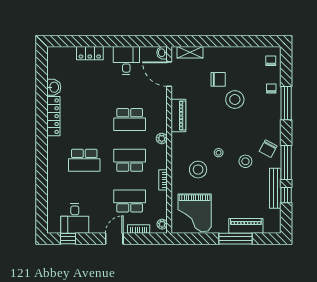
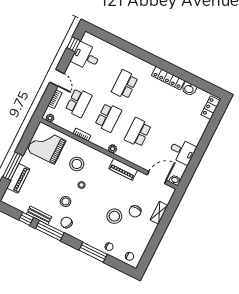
shelving: (190, 52) -> (159, 213), moved
locker: (90, 53) -> (211, 108), moved
bench: (275, 188) -> (39, 215), width x0.73

